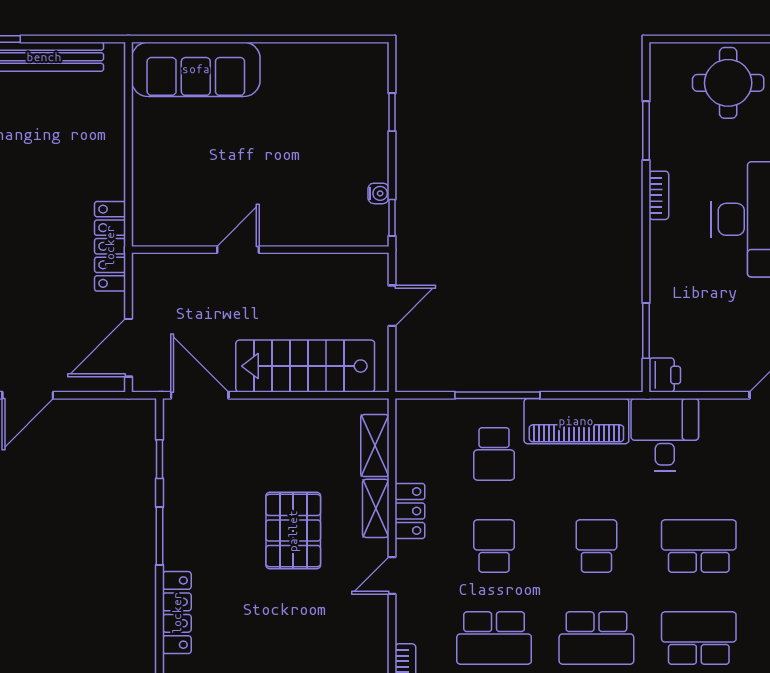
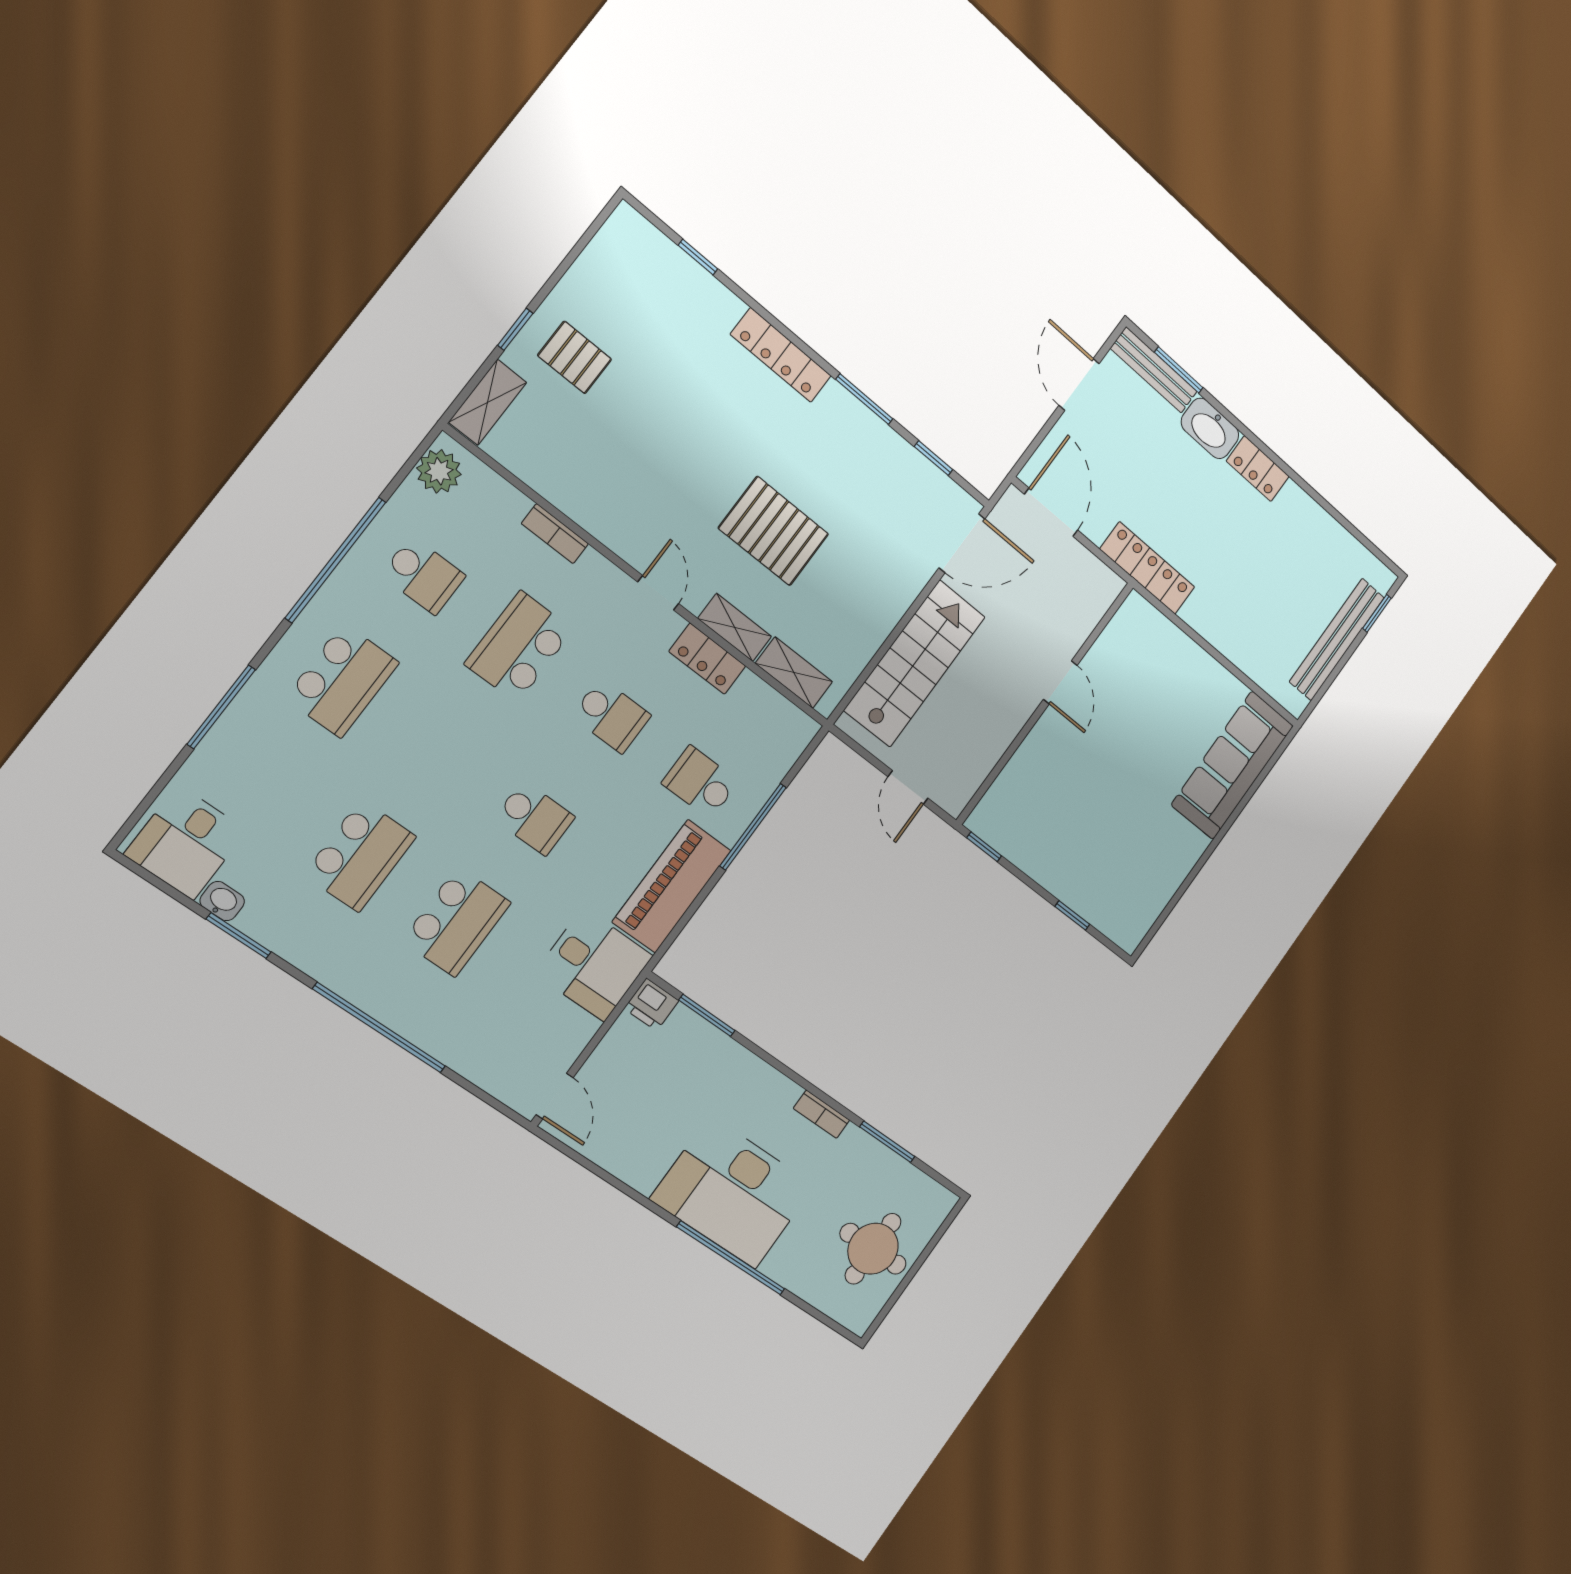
water cooler: (378, 193) -> (1014, 850), removed
school desk: (596, 638) -> (440, 750), removed

